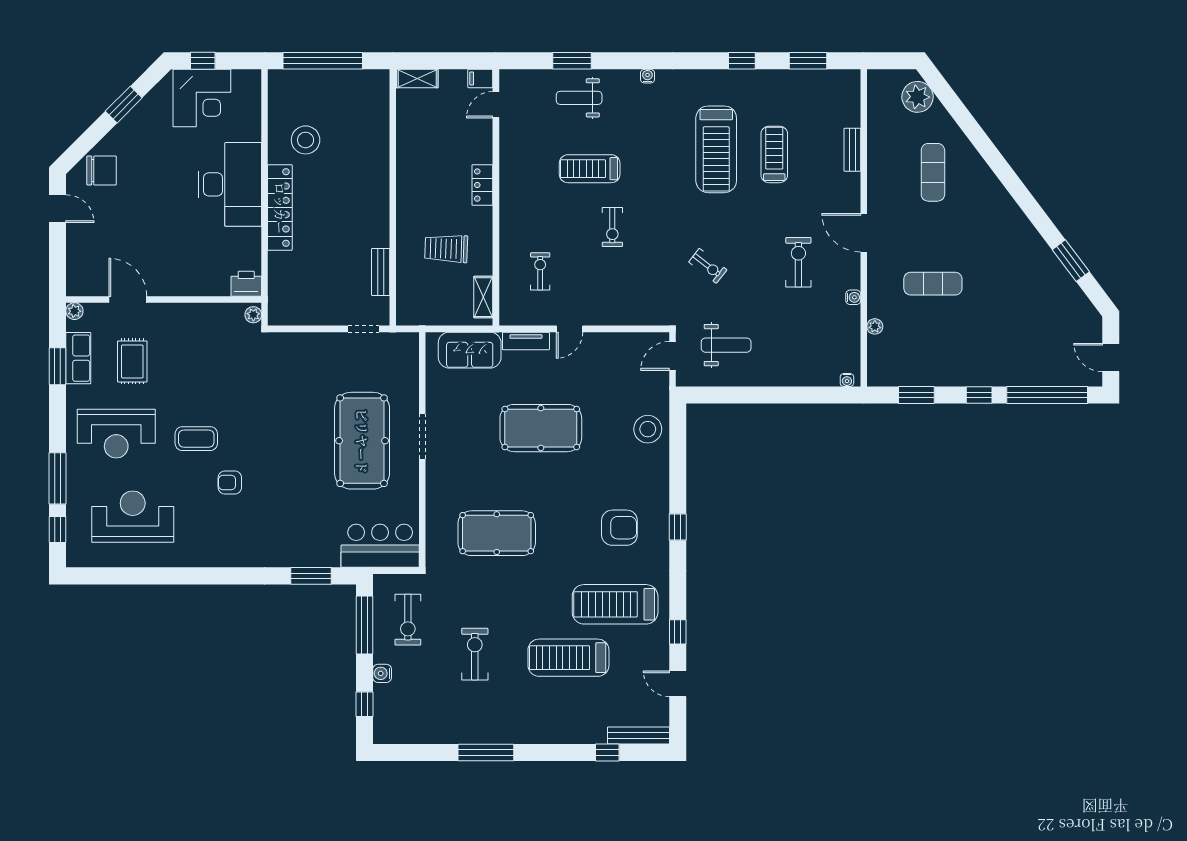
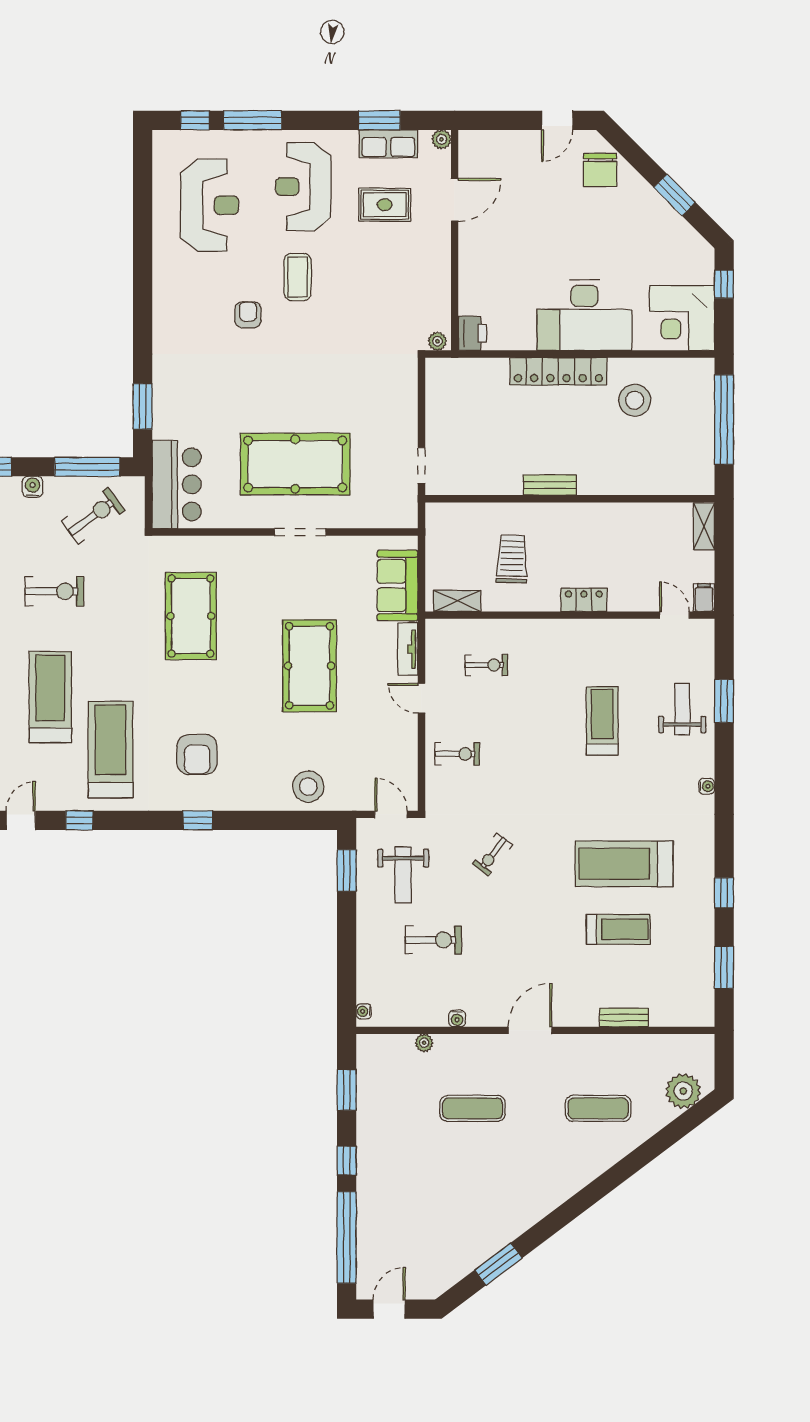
corner desk: (202, 98) -> (682, 318), moved
exercise bike: (612, 227) -> (457, 754), moved, turned 180
exercise bike: (798, 262) -> (433, 940), moved
bench: (381, 272) -> (550, 485), moved
exercise mat: (933, 284) -> (473, 1108), turned 90
window: (722, 395) -> (347, 870), added
exercise bike: (408, 620) -> (93, 516), turned 144

